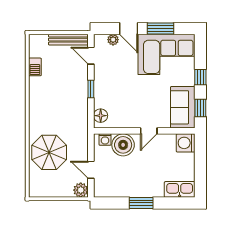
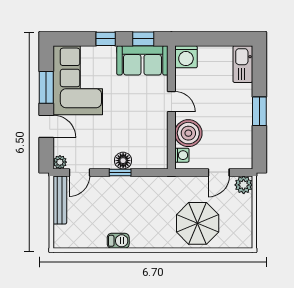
door: (129, 28) -> (46, 126), hinge flipped
plant: (113, 40) -> (60, 162), moved
barbecue: (35, 67) -> (118, 241), moved
floor lamp: (101, 116) -> (123, 161), moved

